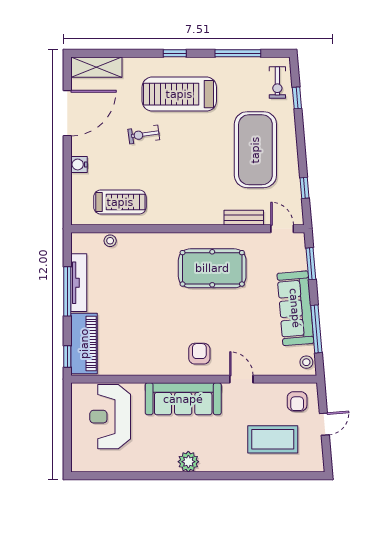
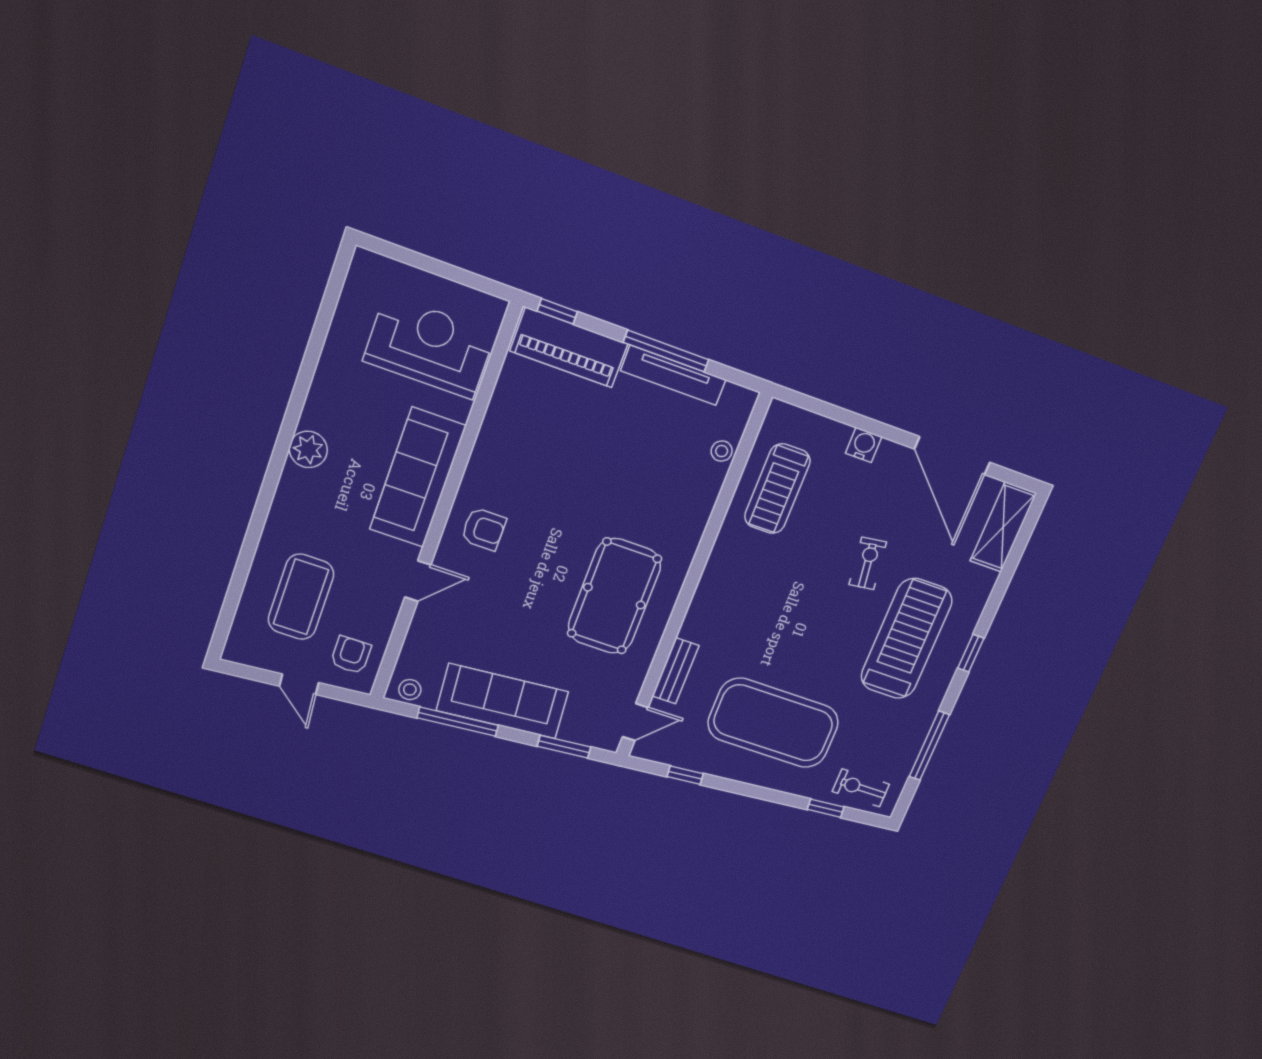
armchair: (297, 401) -> (351, 655), turned 90

